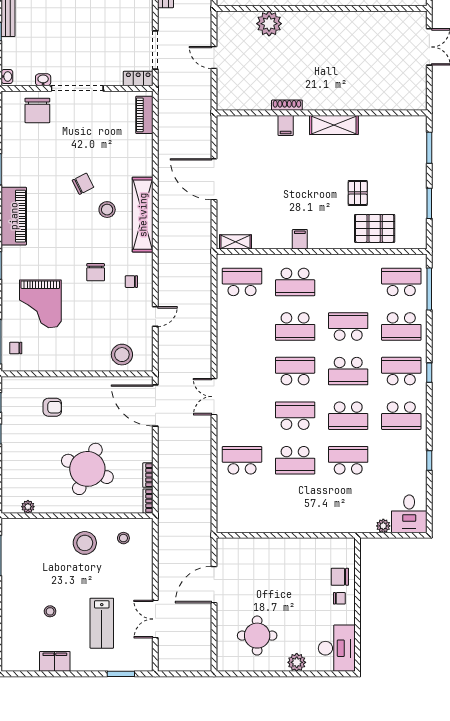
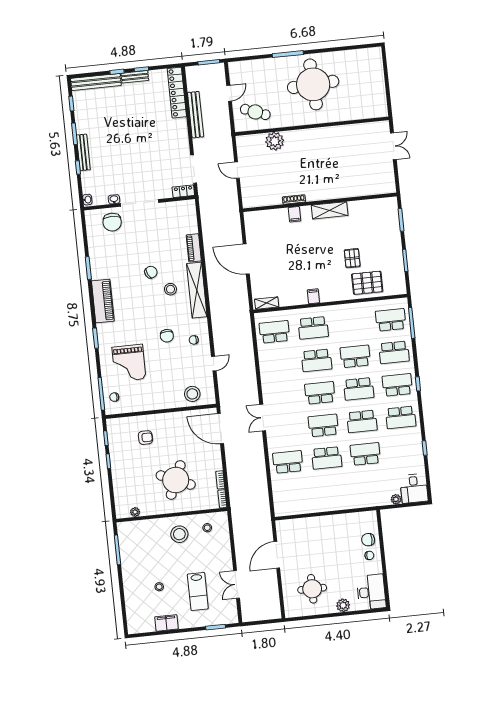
piano: (144, 115) -> (194, 248), moved

